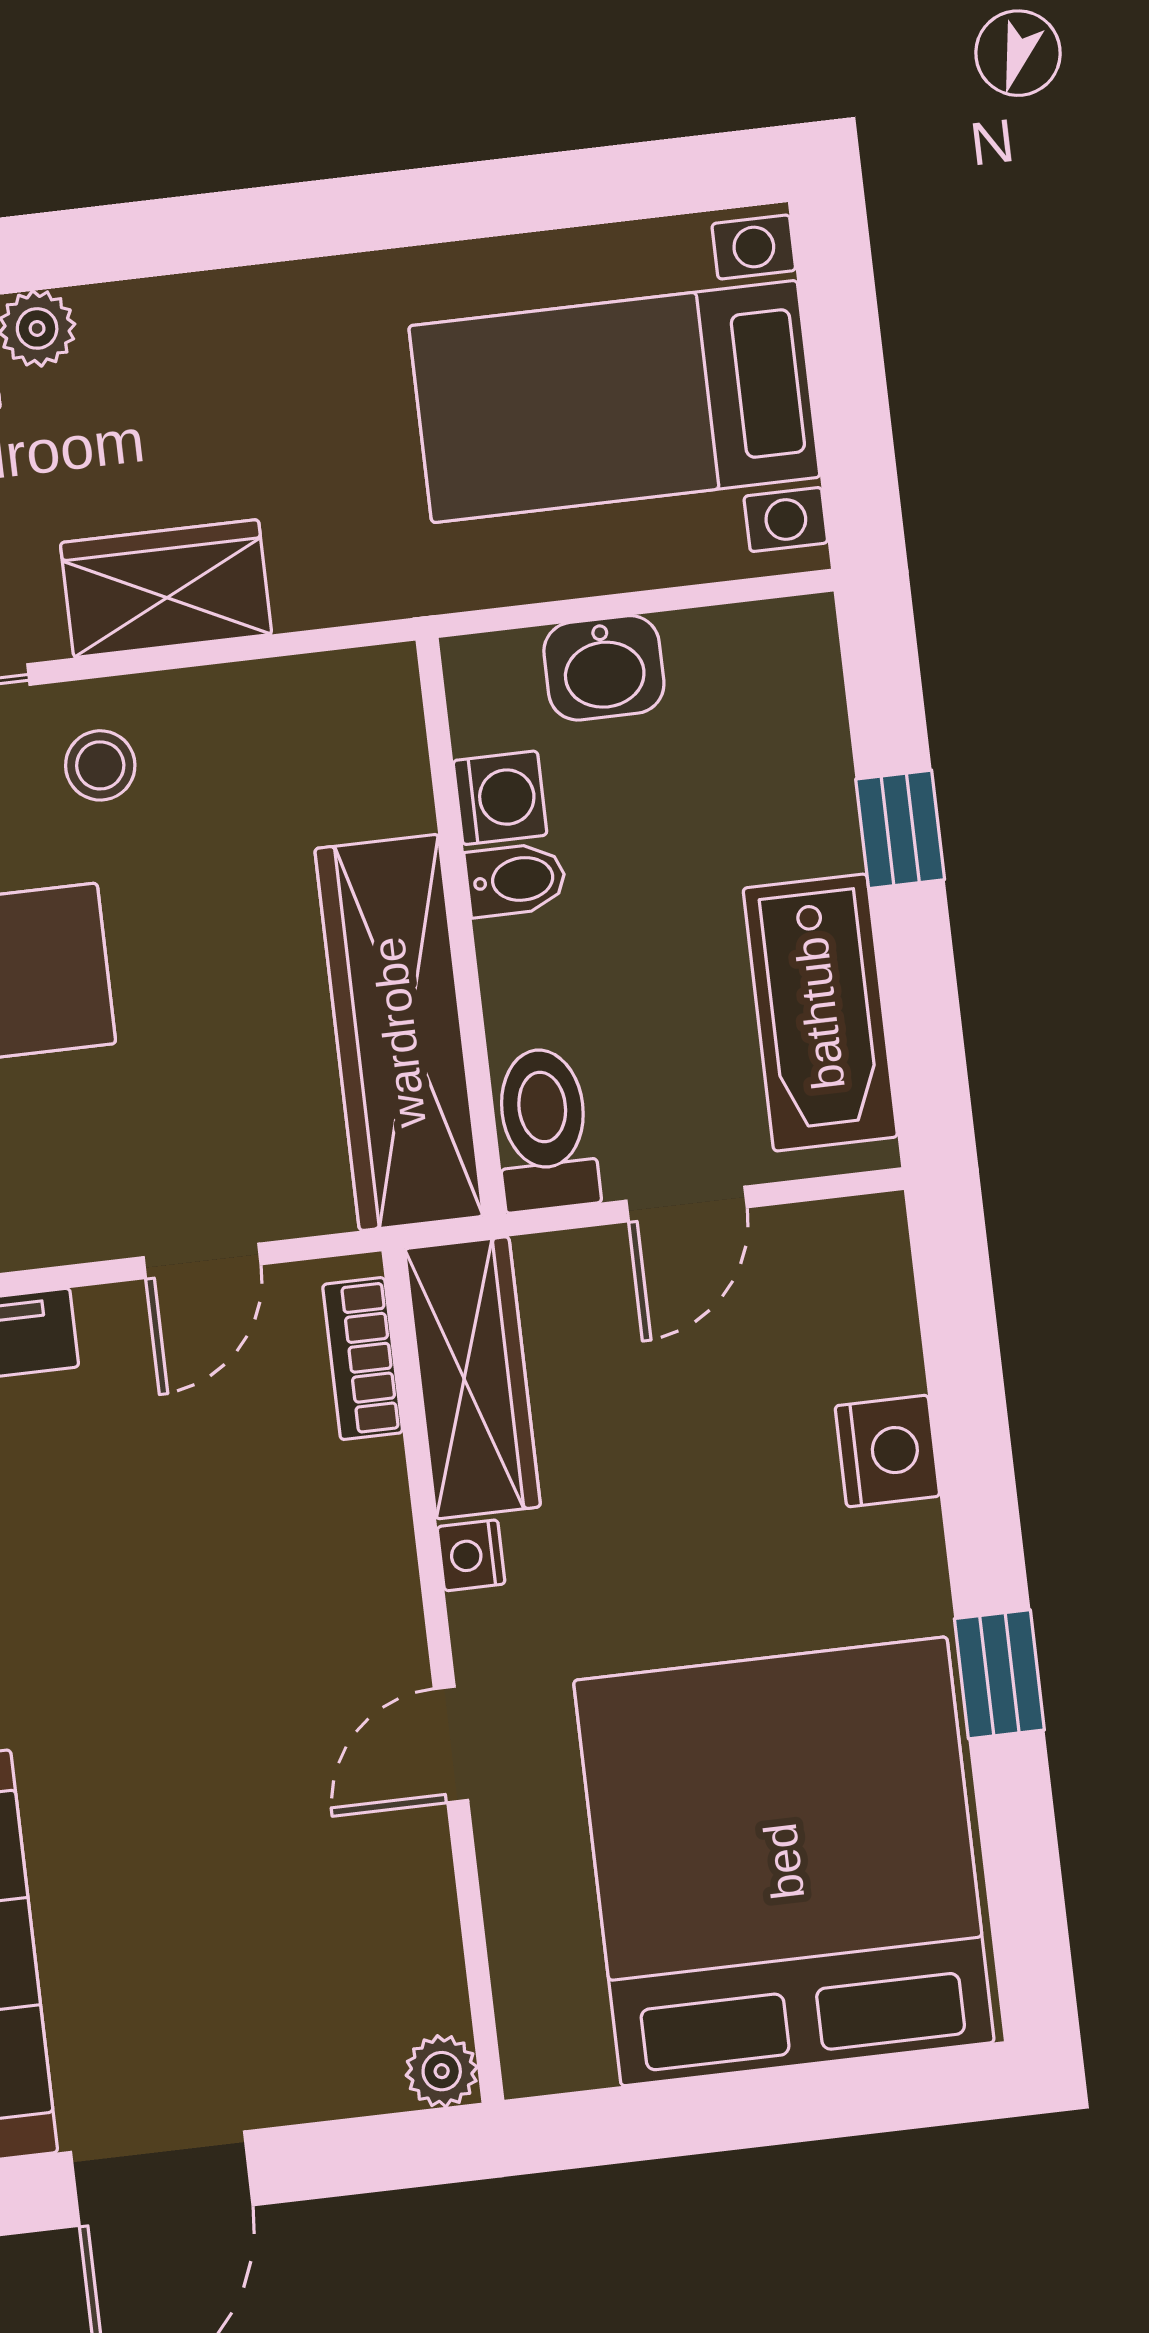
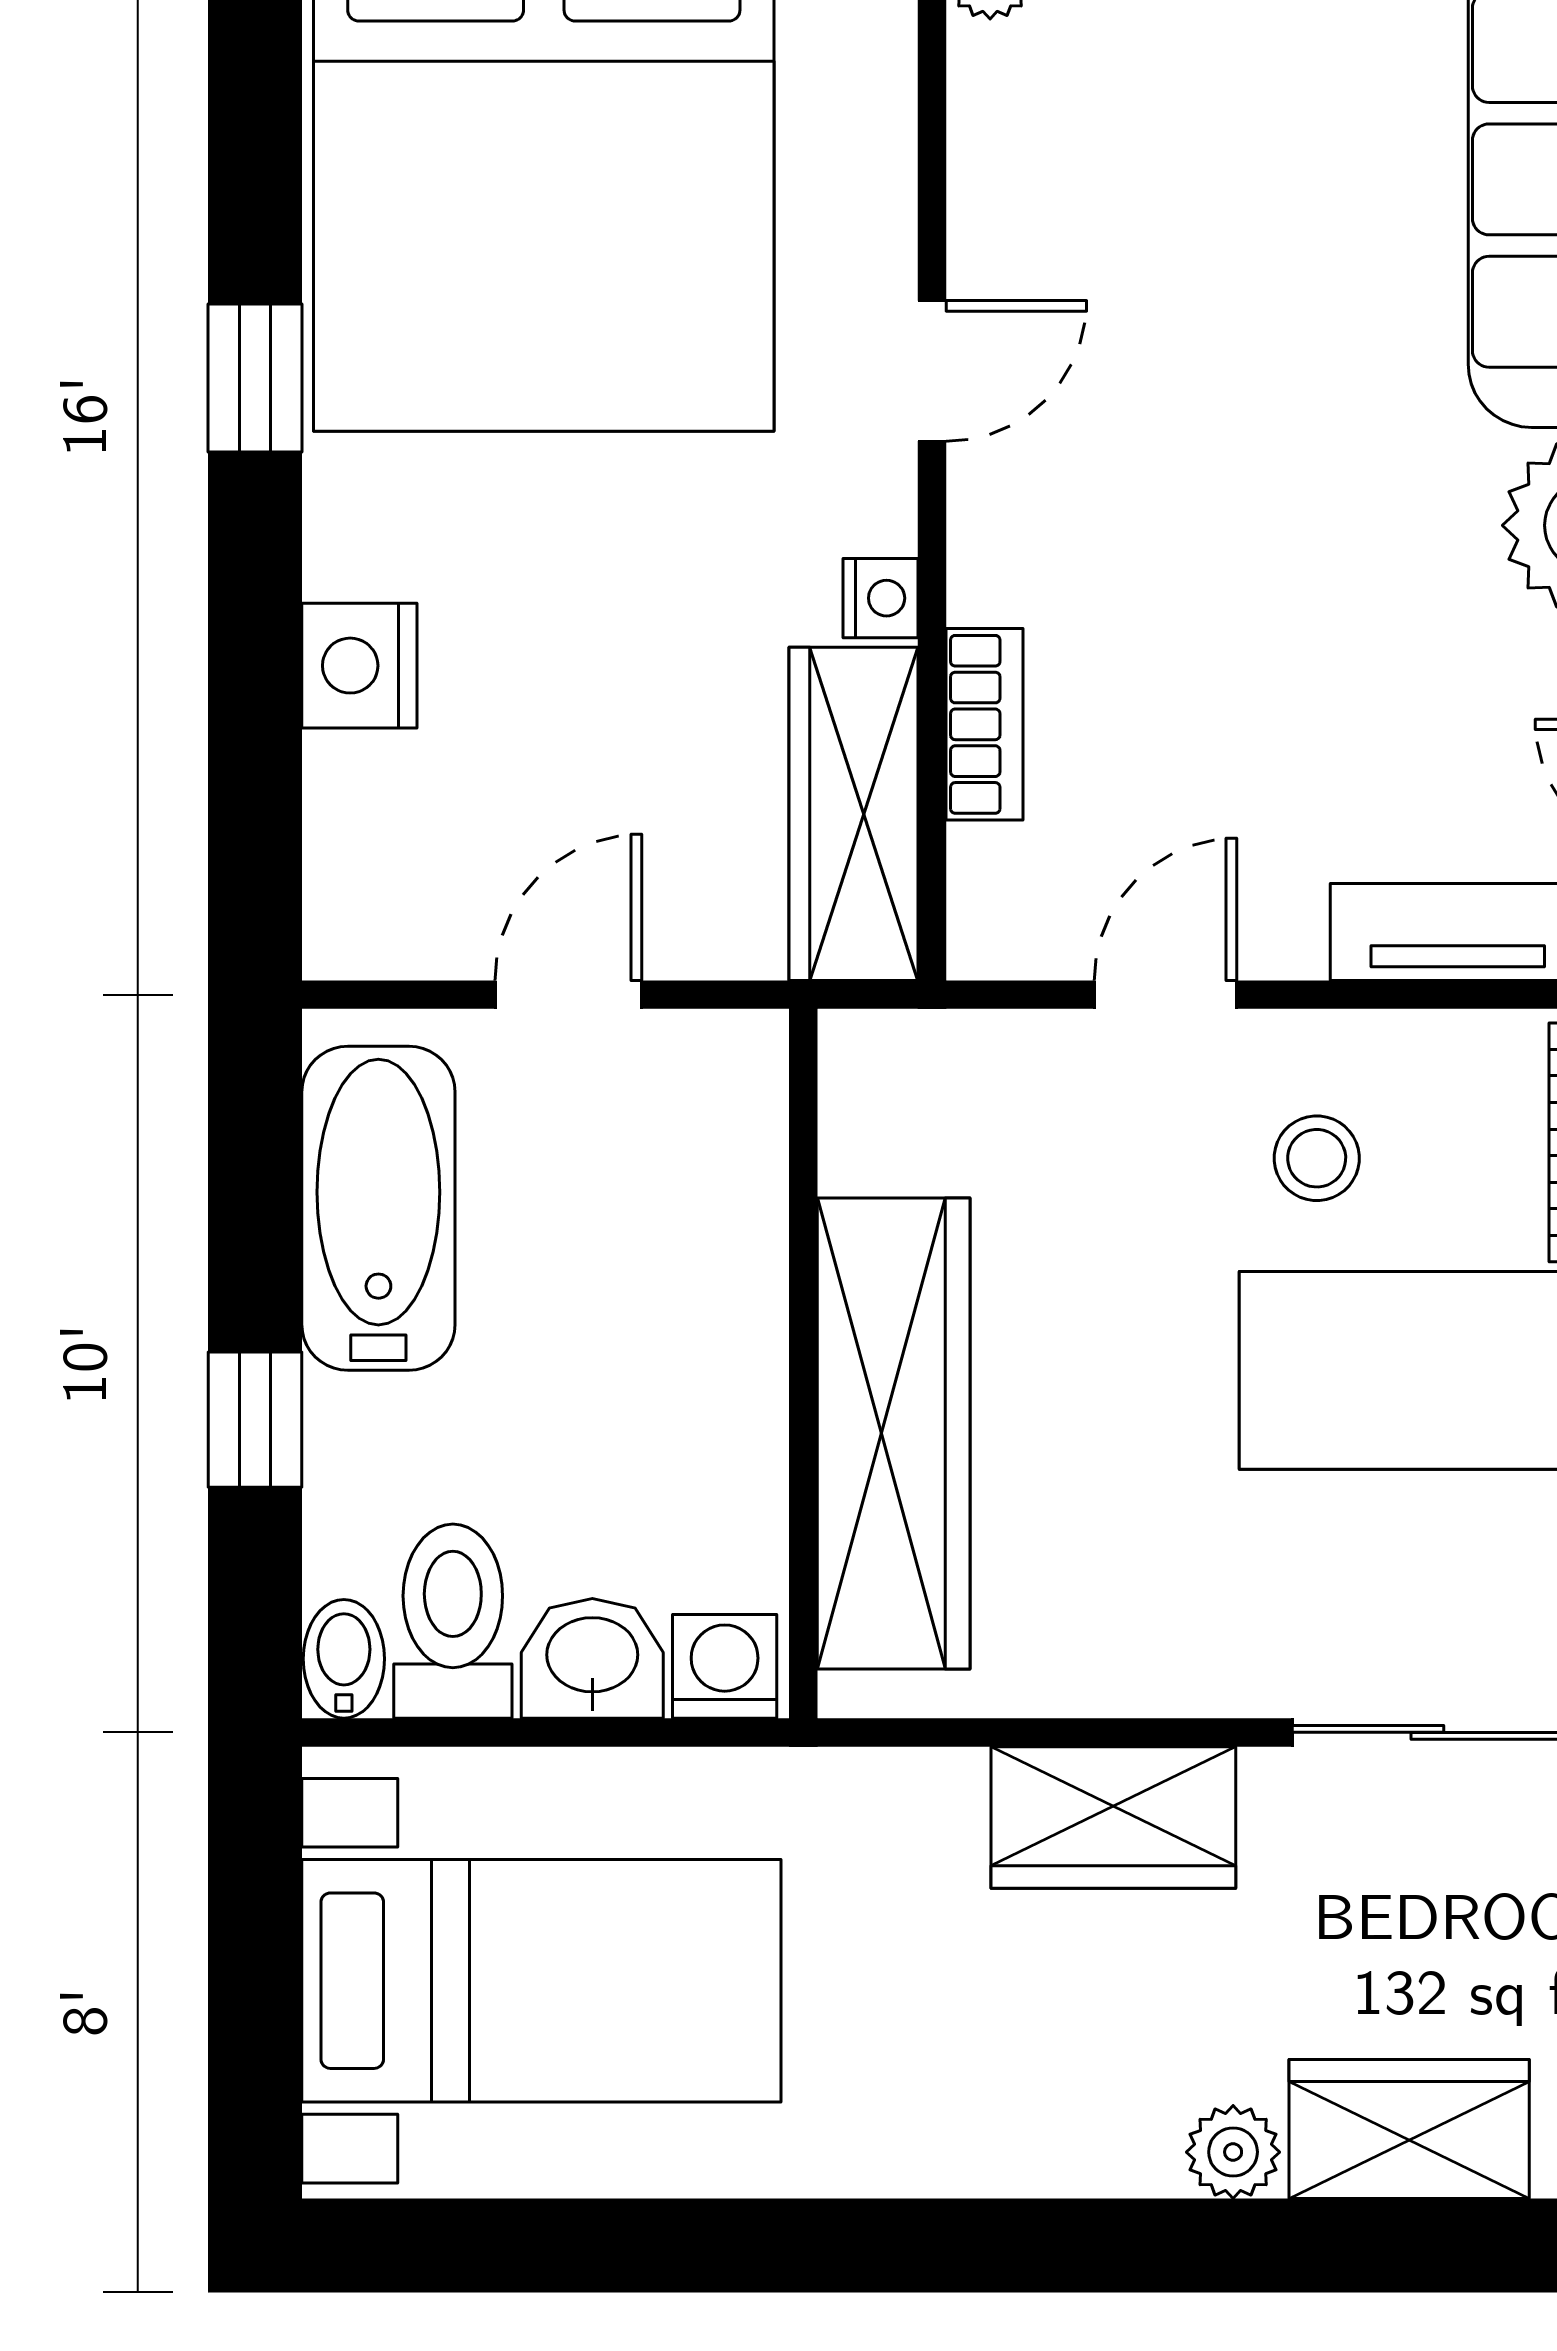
stool: (100, 765) -> (1317, 1158), moved
washing machine: (500, 798) -> (725, 1666), moved, turned 90
bidet: (516, 880) -> (344, 1659), moved, turned 90
wardrobe: (399, 1032) -> (894, 1433), moved
toilet: (545, 1129) -> (453, 1621), moved, turned 180
bookcase: (363, 1359) -> (984, 724), moved

